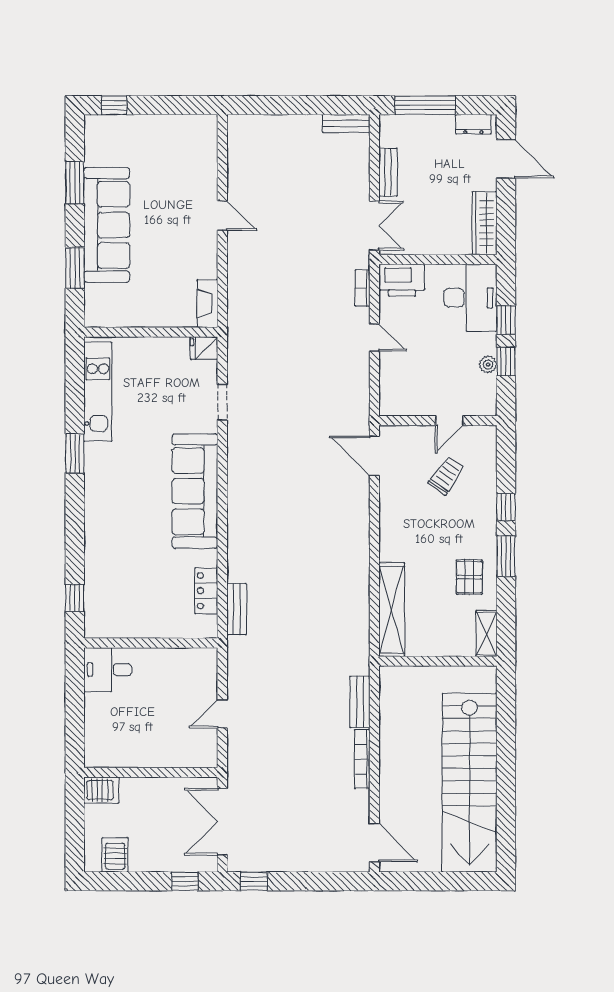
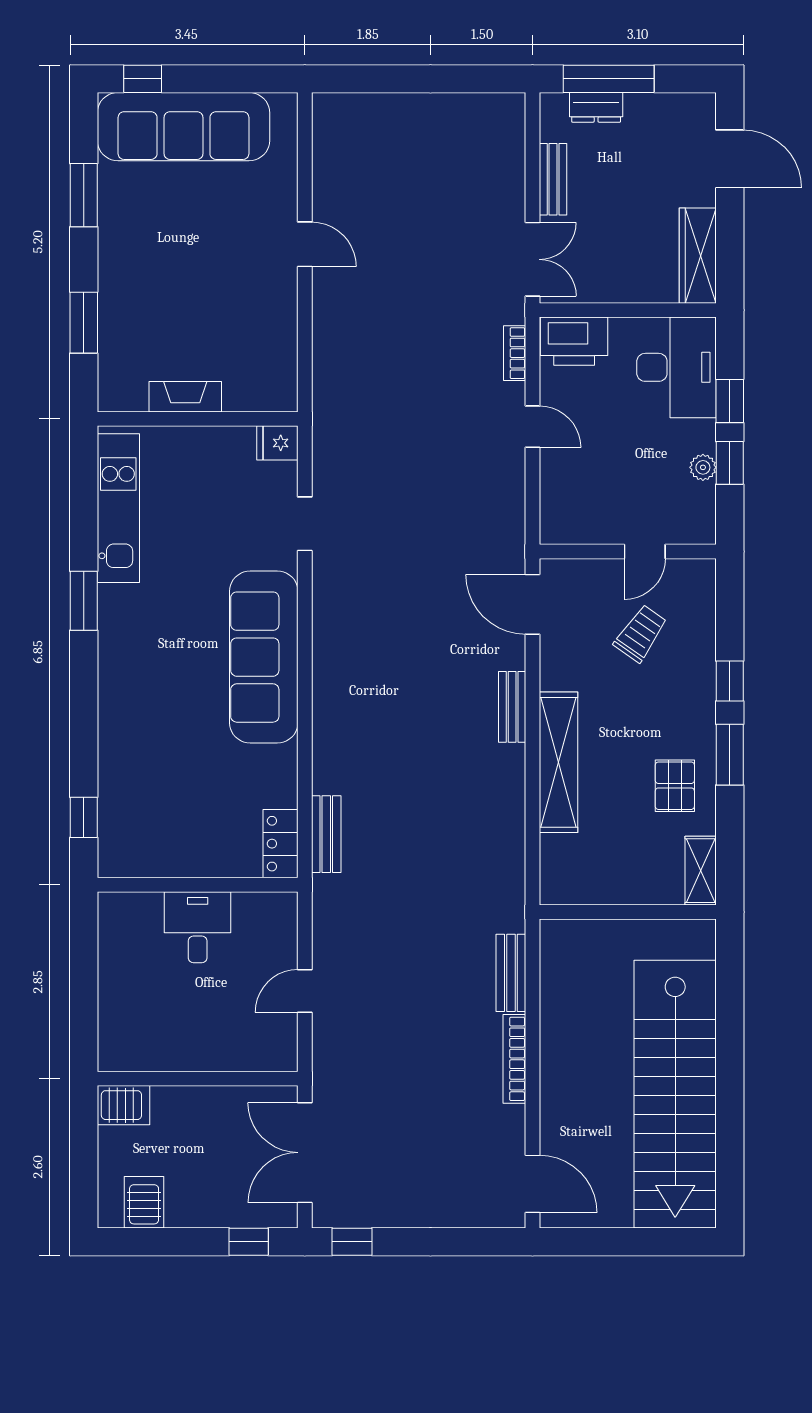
bench: (346, 123) -> (512, 707), moved, turned 90
dresser: (473, 124) -> (596, 107), moved
sofa: (107, 225) -> (183, 127), moved, turned 90
fireplace: (207, 304) -> (185, 397), moved, turned 90
locker: (206, 591) -> (281, 844), moved
shelving: (392, 610) -> (559, 762), moved
desk: (108, 670) -> (198, 927), moved, turned 90

